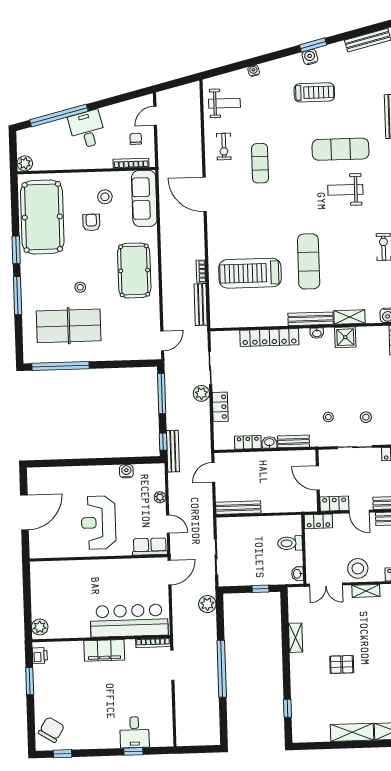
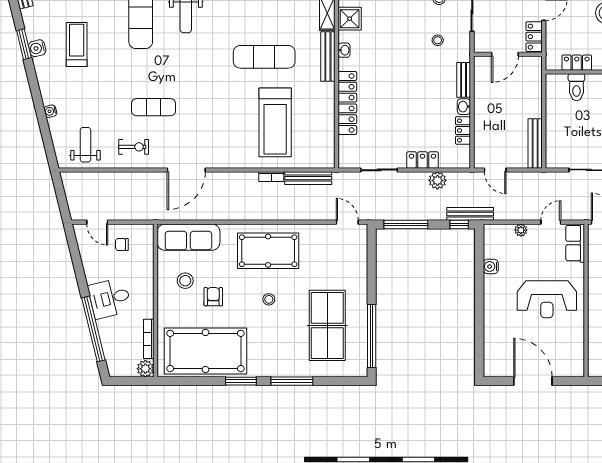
bookcase: (131, 163) -> (149, 339), moved
armchair: (91, 222) -> (213, 297), turned 90
stool: (80, 287) -> (269, 299), moved
plant: (201, 393) -> (437, 180), moved
locker: (318, 521) -> (577, 63), moved, turned -90

